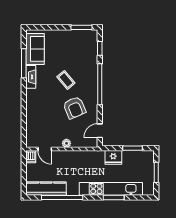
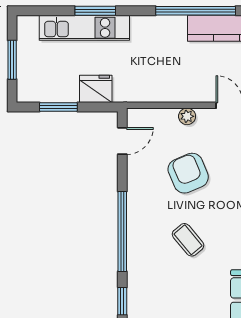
armchair: (74, 108) -> (188, 173), moved
kitchen unit: (111, 189) -> (84, 28), width x0.73

